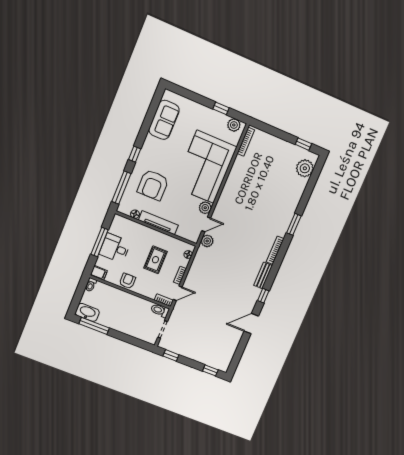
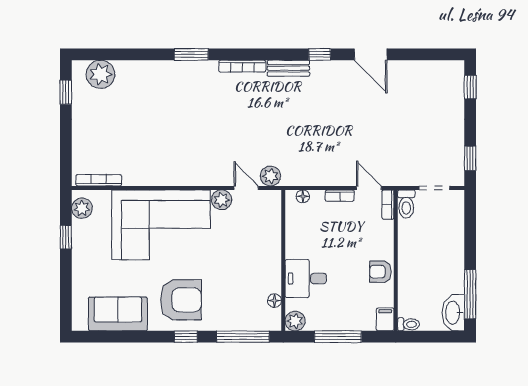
armchair: (153, 185) -> (181, 300), moved
plant: (118, 221) -> (295, 321), added
tv unit: (158, 223) -> (273, 261), removed
desk: (115, 248) -> (306, 279), moved, turned 90
rug: (155, 260) -> (331, 242), removed

